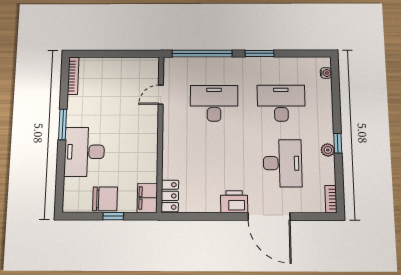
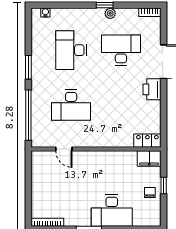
desk: (214, 103) -> (71, 105), turned -90
chair: (105, 199) -> (150, 192), width x0.54, depth x0.54

